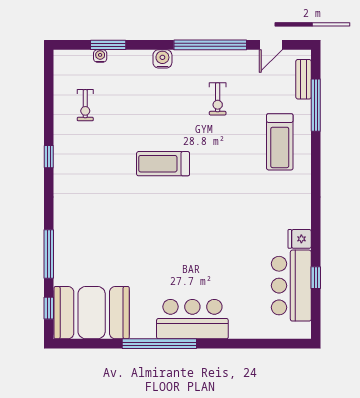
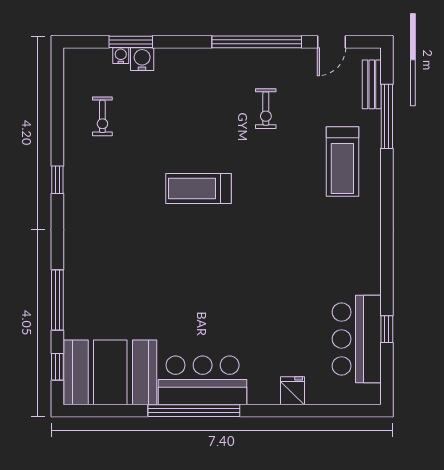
water cooler: (162, 59) -> (142, 59), moved
fridge: (300, 239) -> (292, 391), moved, turned 90
bar counter: (192, 319) -> (203, 380), moved

